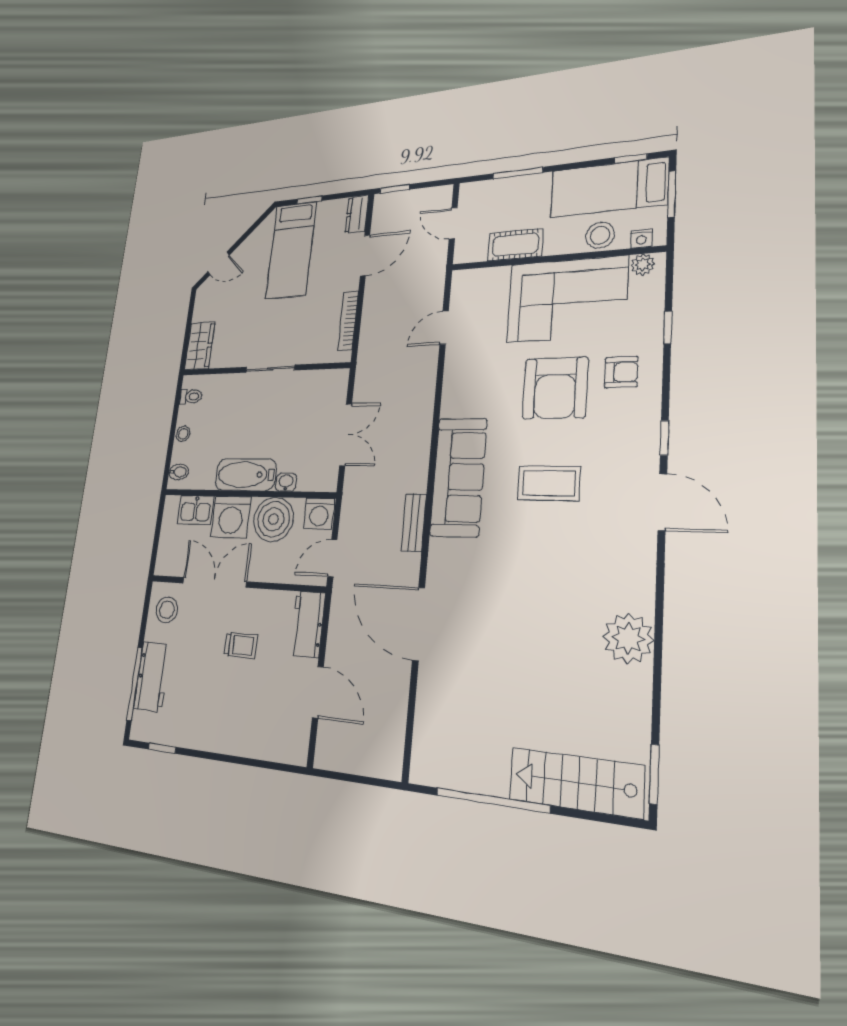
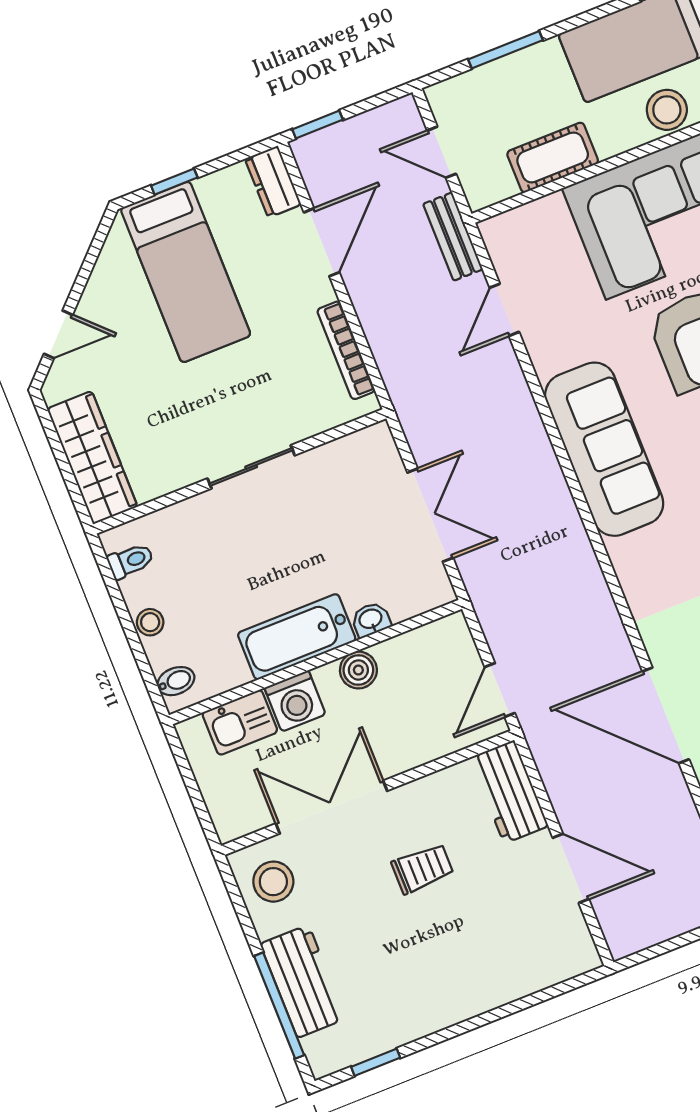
wardrobe: (200, 346) -> (92, 458), width x1.50
sofa: (458, 477) -> (604, 449), moved
washing machine: (319, 514) -> (447, 640), removed
washing machine: (231, 517) -> (295, 701), width x0.73, depth x0.73
boiler: (273, 519) -> (358, 670), width x0.54, depth x0.54
bench: (414, 523) -> (453, 237), moved

